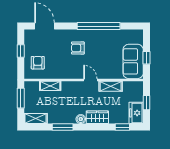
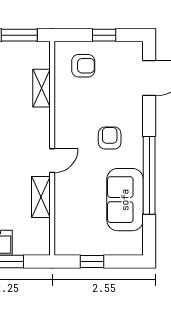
sofa: (133, 61) -> (125, 200), moved, turned -90

